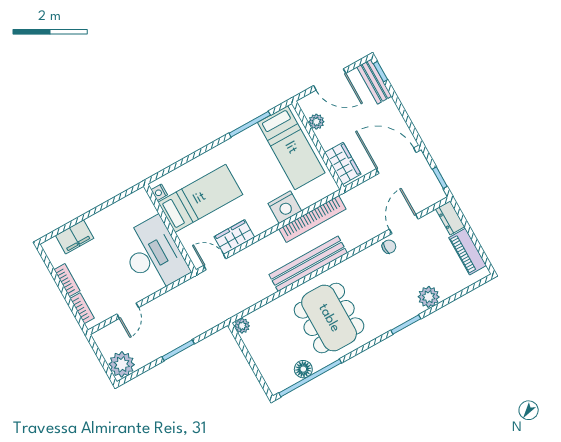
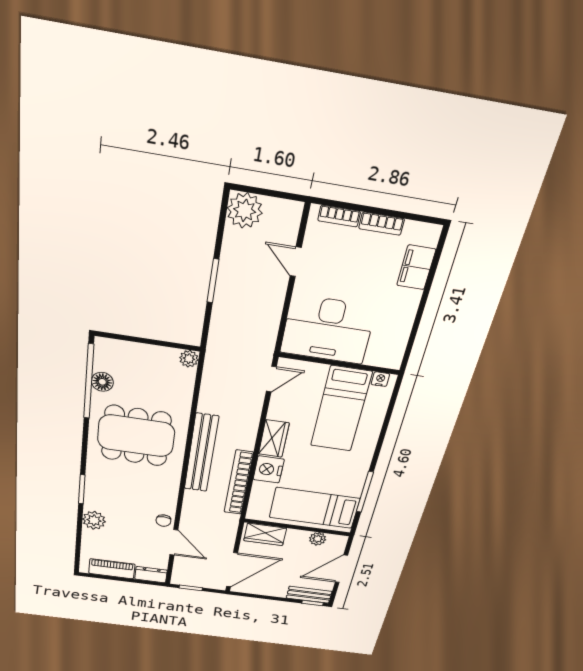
wardrobe: (234, 237) -> (274, 439), moved

